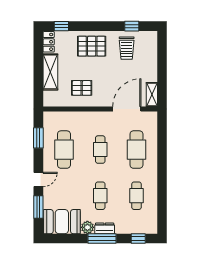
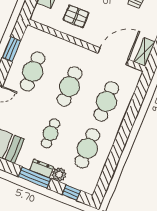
cafe table: (100, 150) -> (70, 86), width x1.37, depth x1.35
cafe table: (136, 196) -> (87, 148), width x1.37, depth x1.35
plant: (87, 227) -> (59, 174), moved

